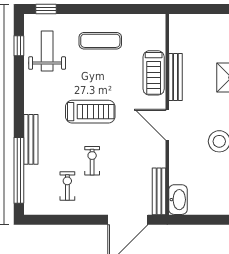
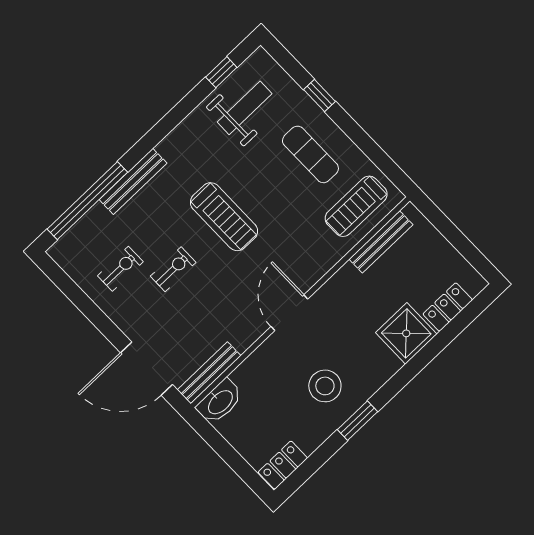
window: (46, 9) -> (320, 95), moved
treadmill: (154, 73) -> (356, 206), moved
bench: (175, 77) -> (381, 242), moved

